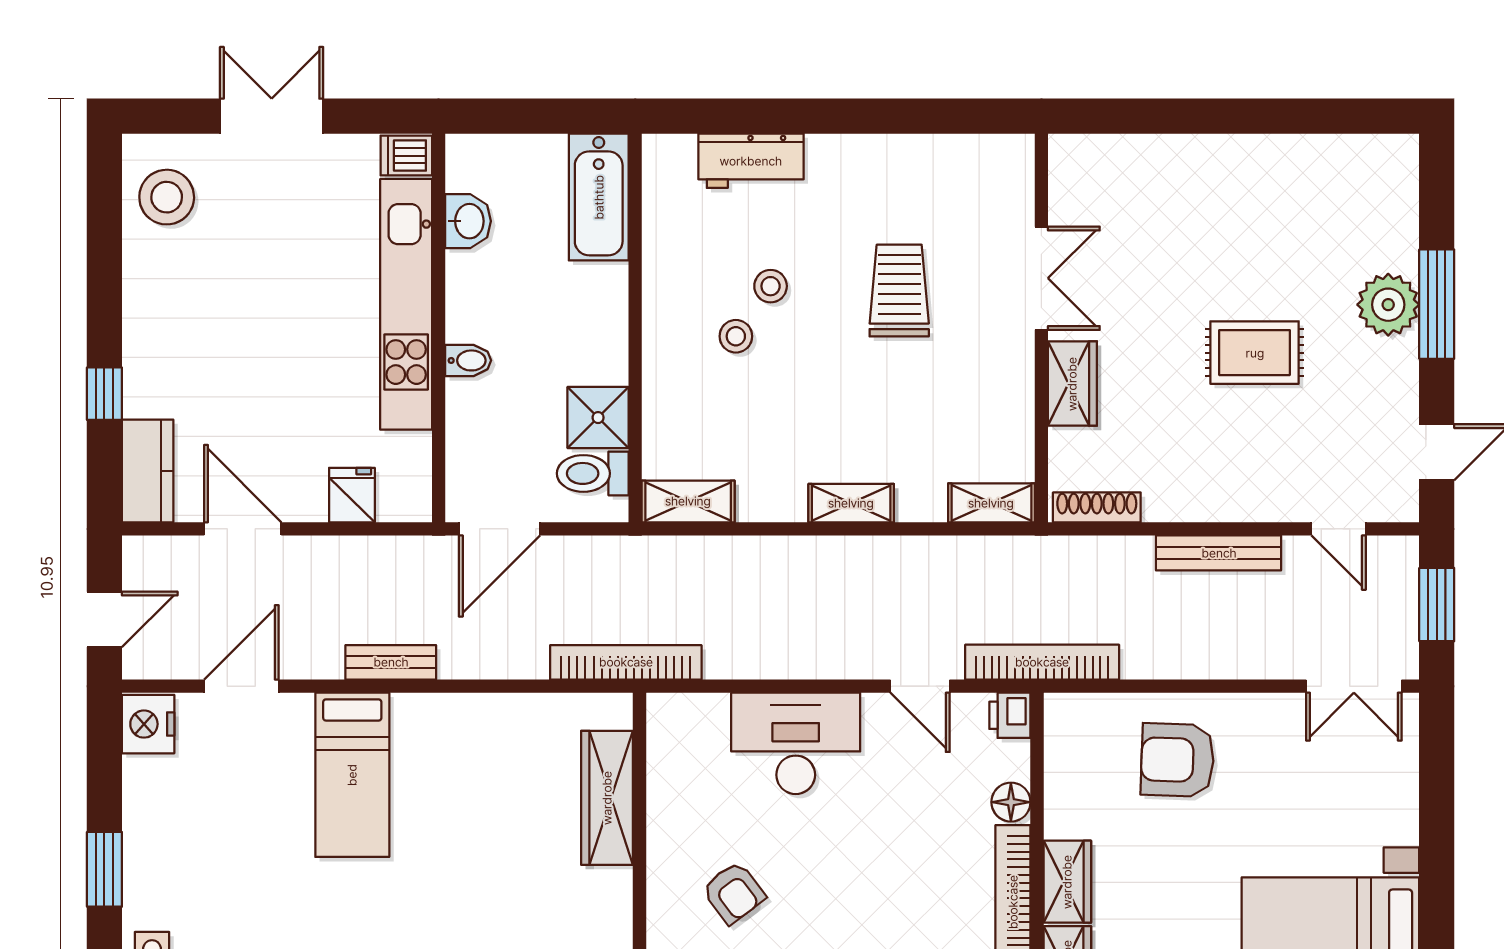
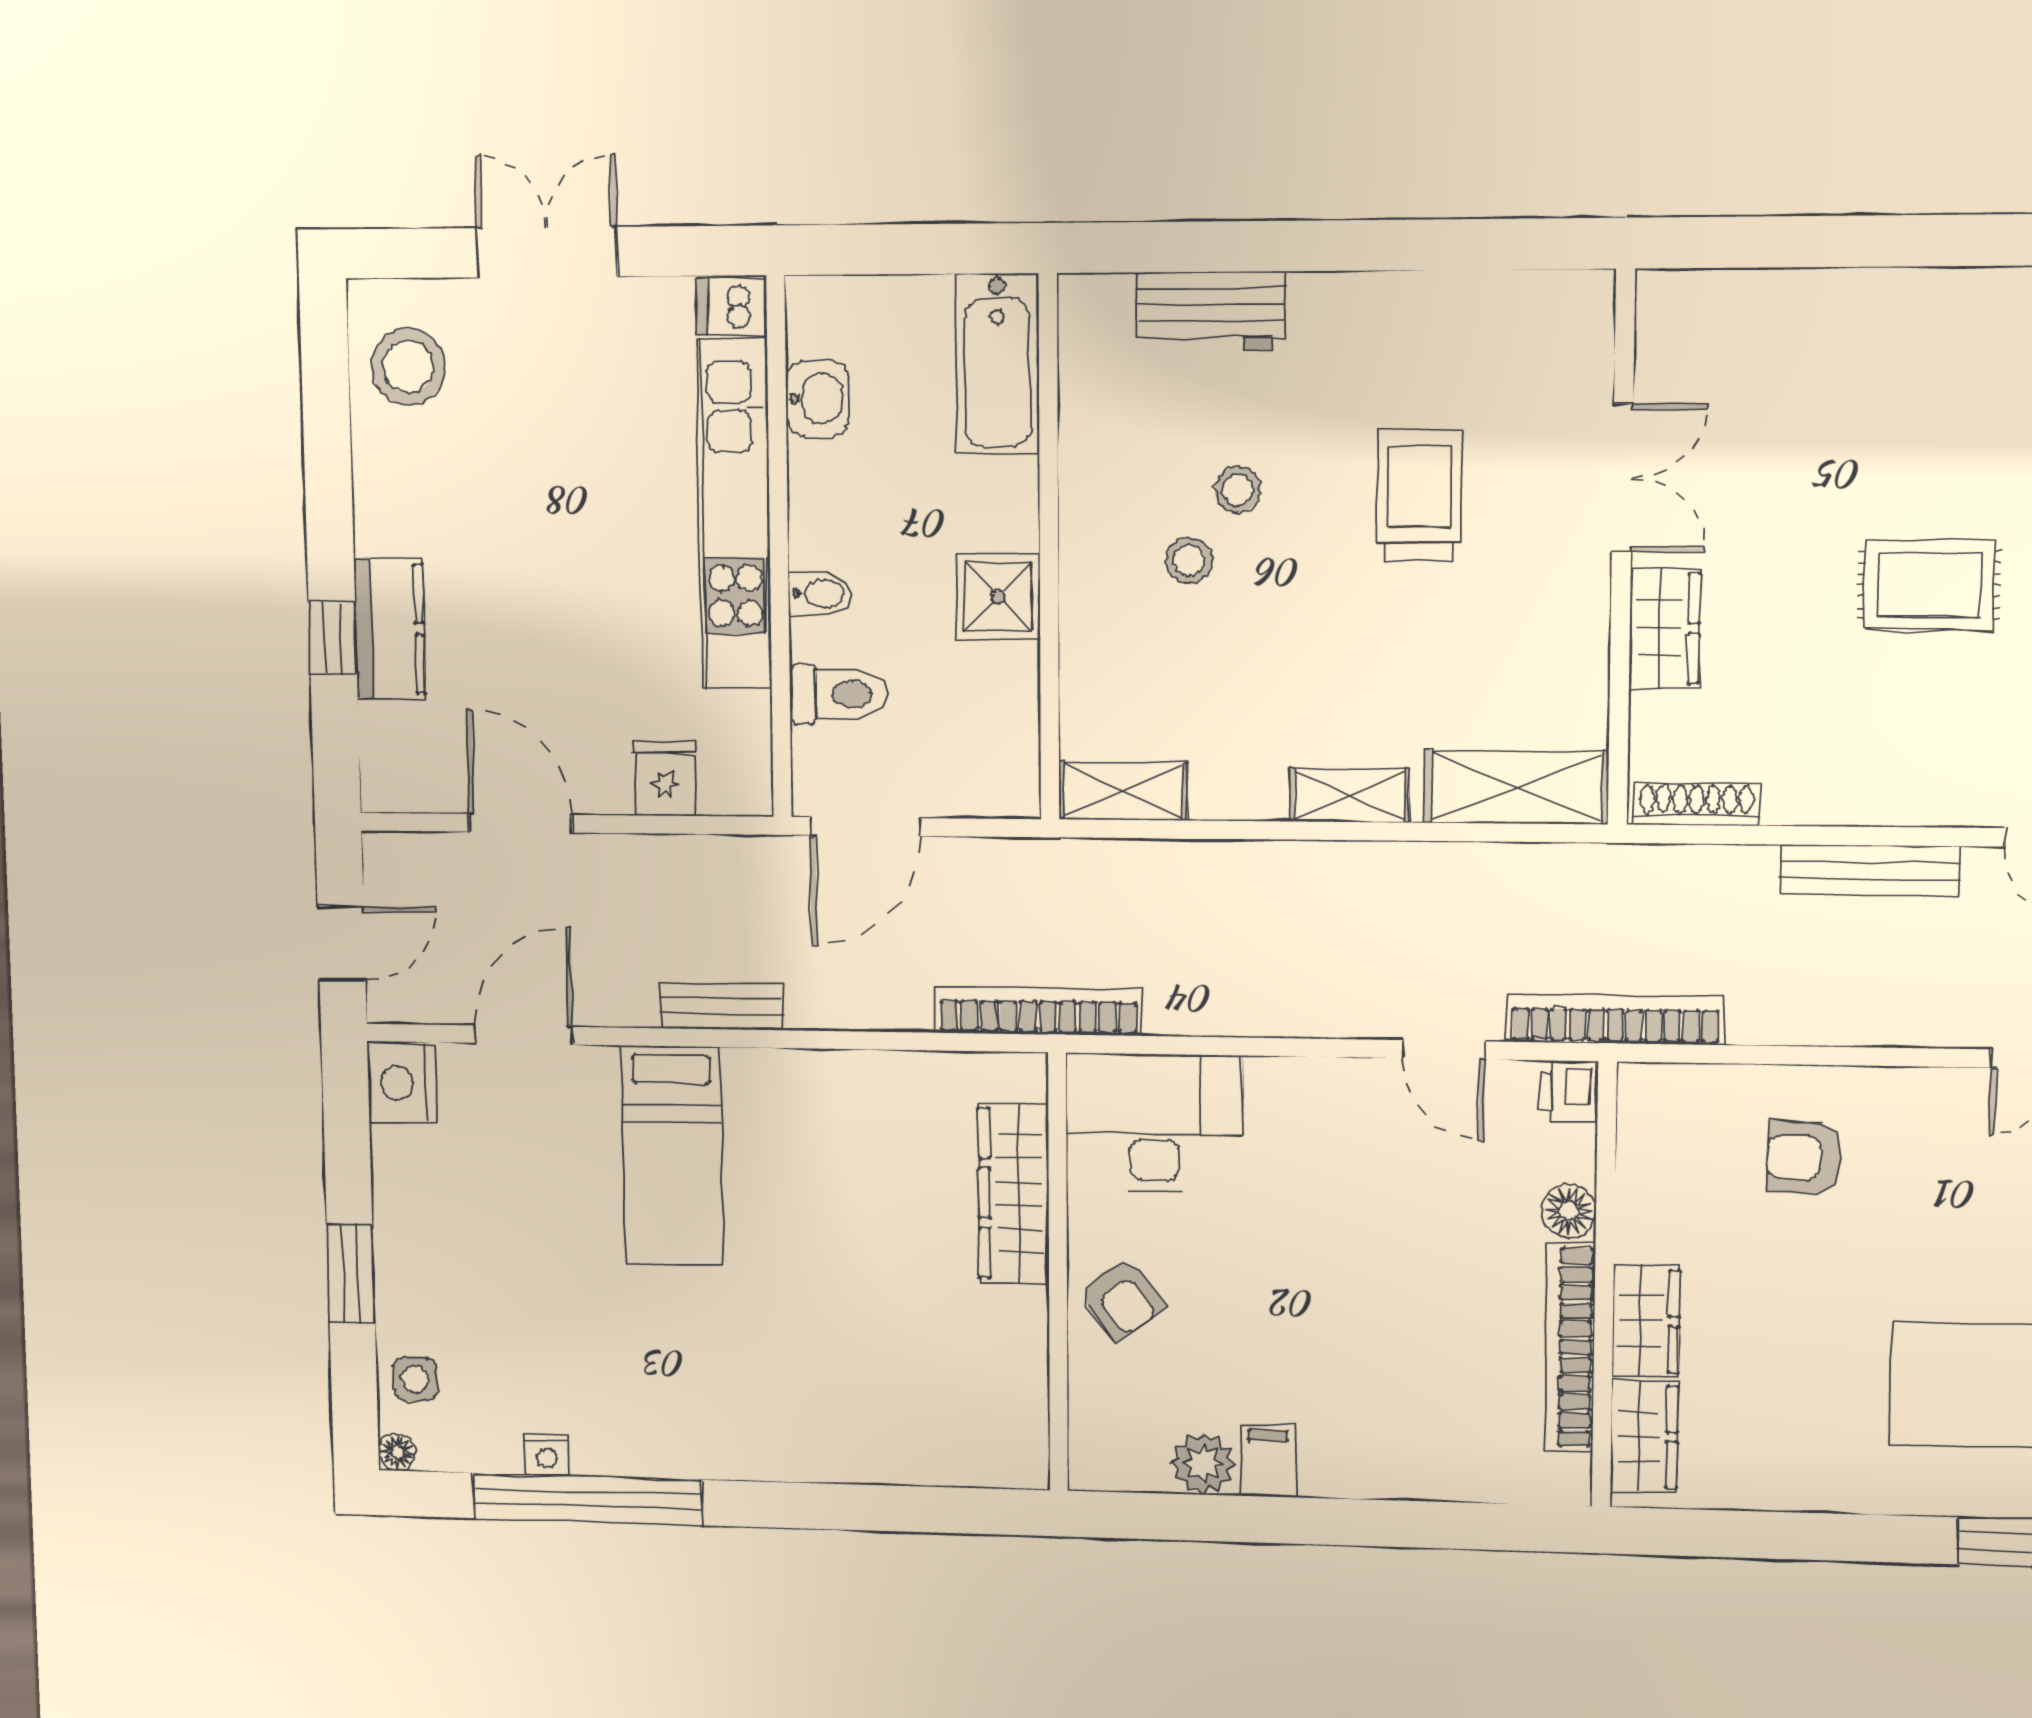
shower: (598, 418) -> (998, 597), moved
kitchen counter: (148, 471) -> (390, 629), moved
toilet: (593, 473) -> (839, 694), moved, turned 180
shelving: (991, 503) -> (1516, 787), width x1.50, depth x1.33
desk: (796, 743) -> (1154, 1123), moved
armchair: (1177, 760) -> (1804, 1158), width x0.72, depth x0.72
armchair: (734, 893) -> (1122, 1299), moved

